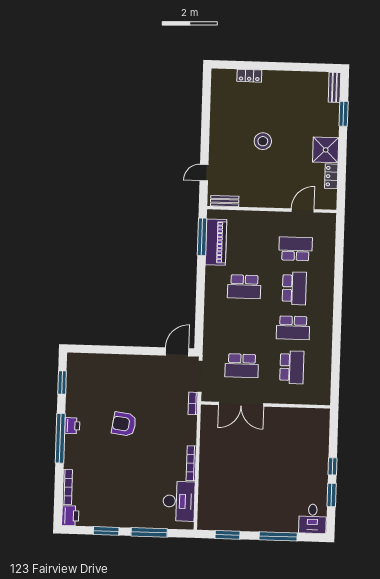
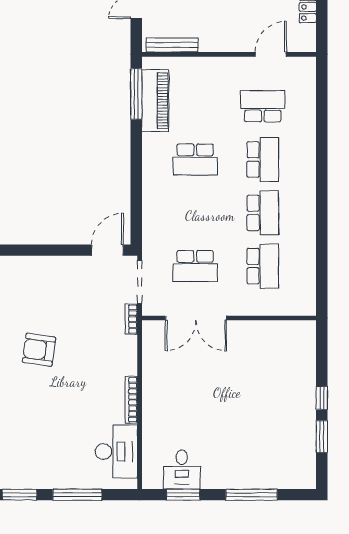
bench: (225, 201) -> (172, 45), width x1.36
school desk: (293, 328) -> (263, 213), turned -90
desk: (313, 519) -> (182, 469), moved

